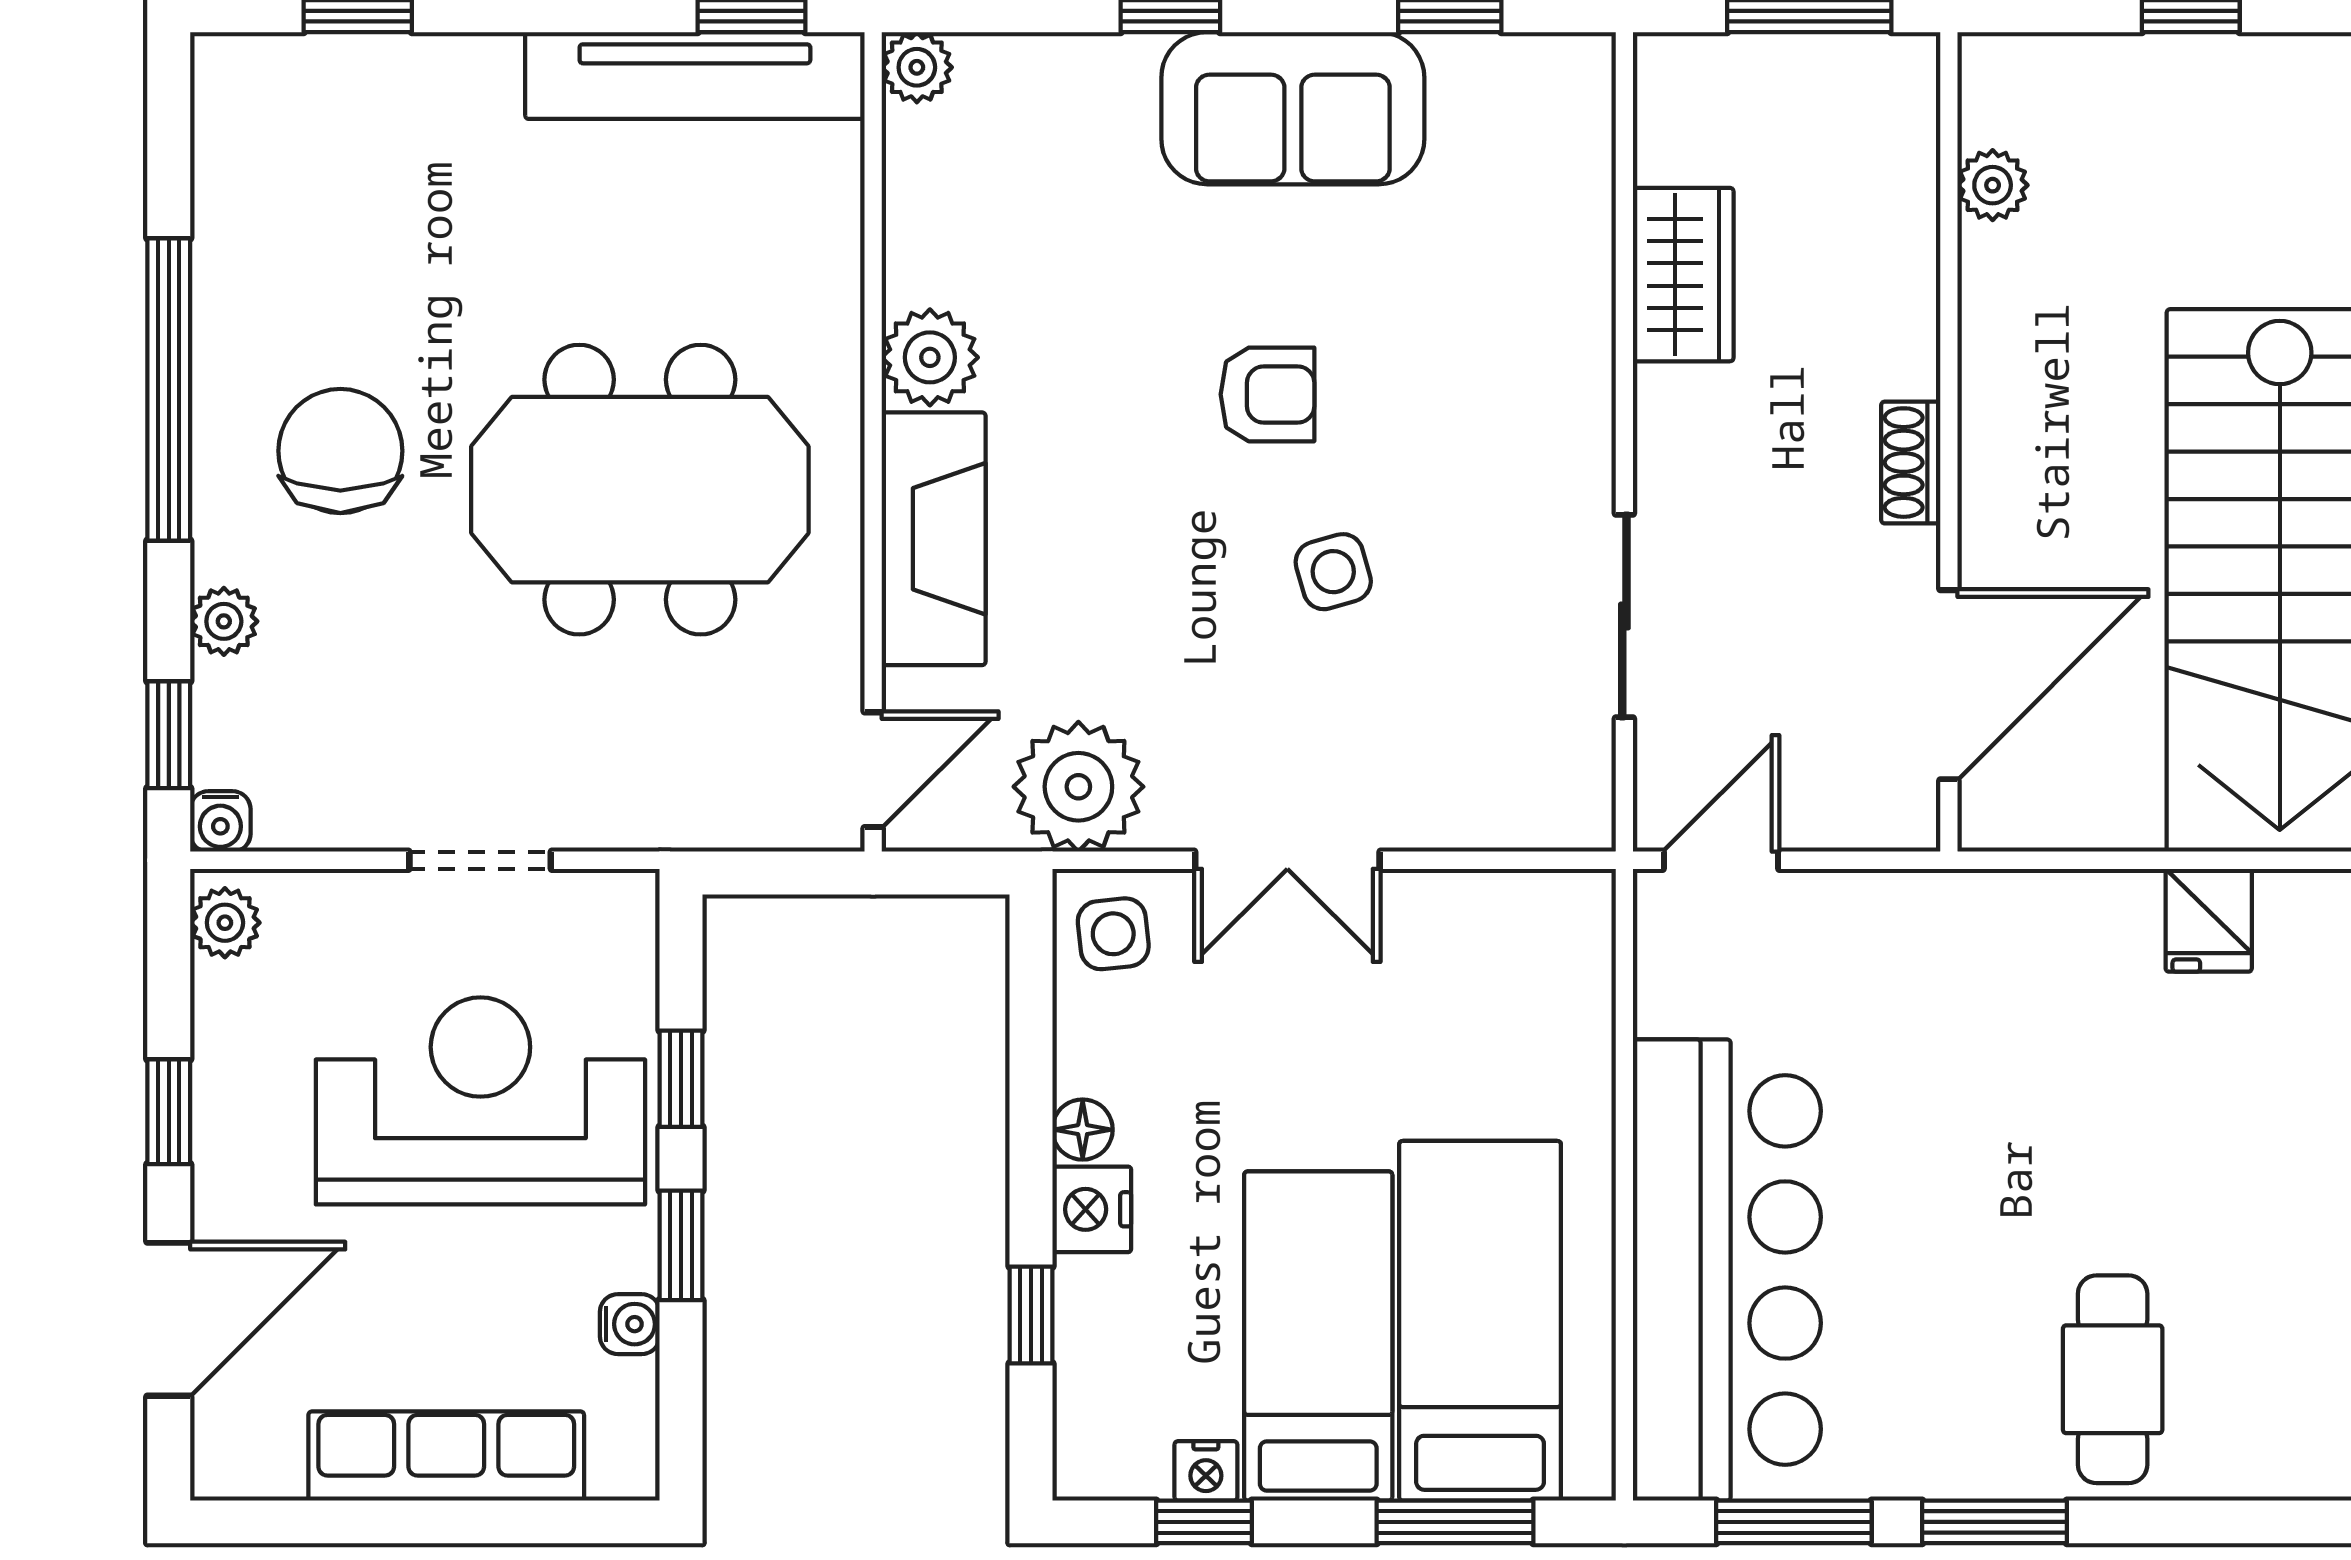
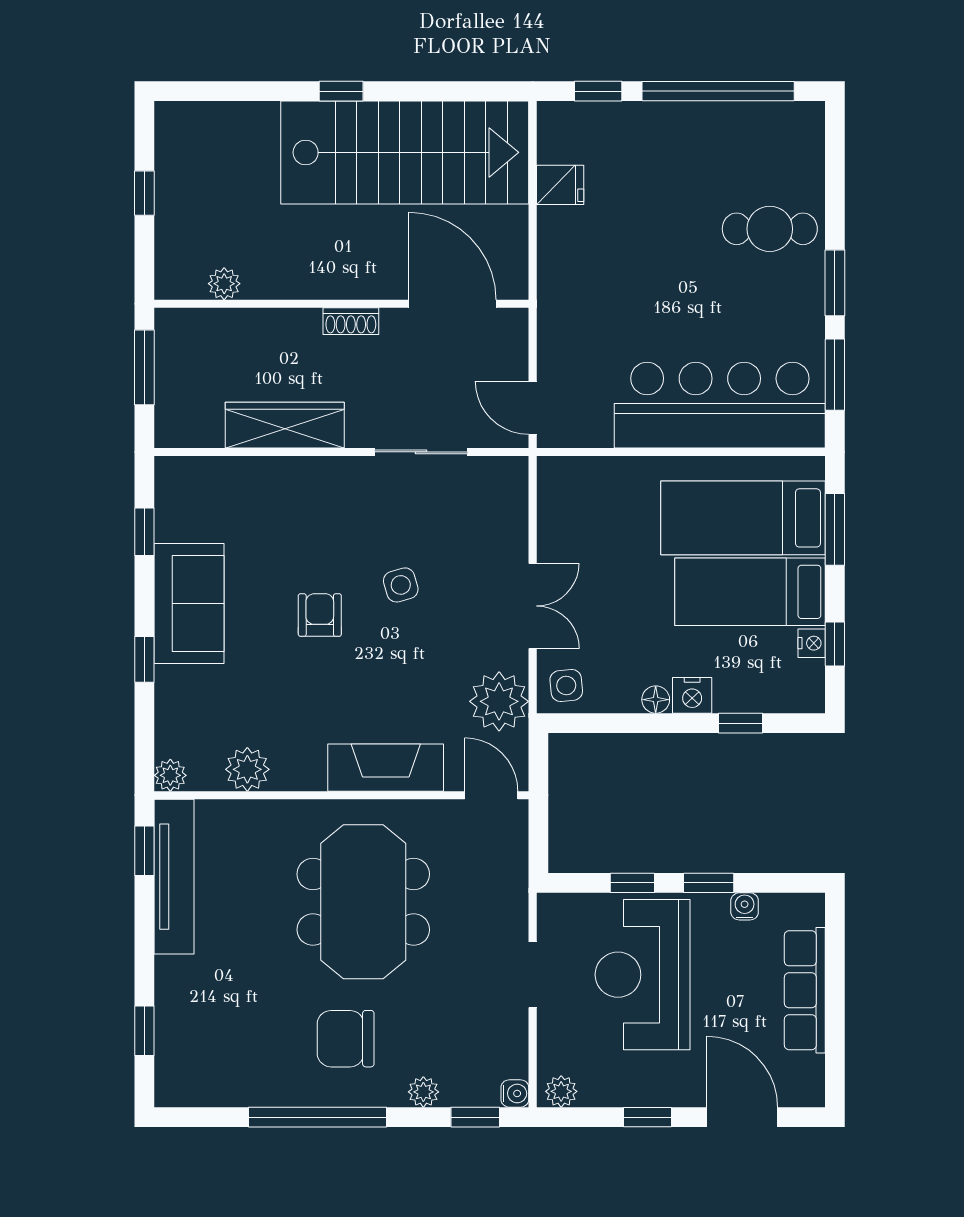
wardrobe: (1683, 275) -> (285, 425), width x1.50
plant: (930, 357) -> (247, 769), moved

